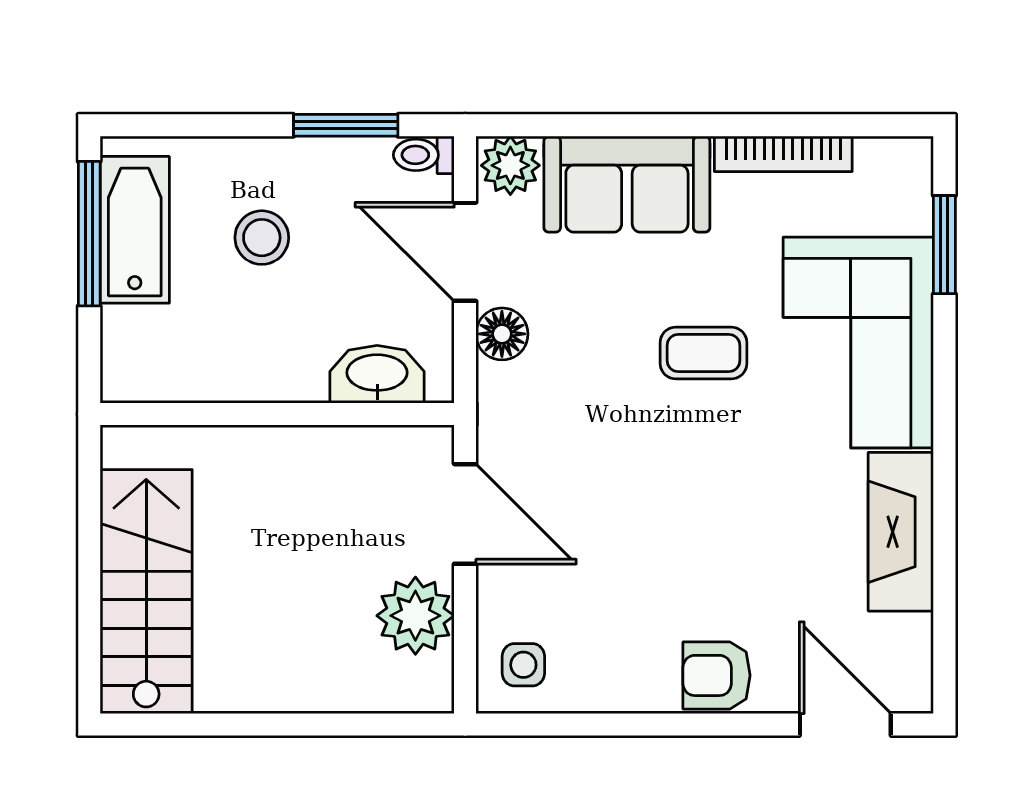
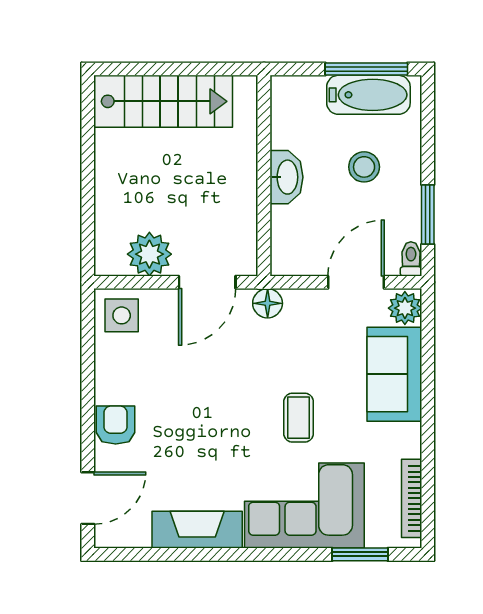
bookcase: (783, 154) -> (412, 498), moved
floor lamp: (502, 334) -> (268, 303), moved
washbasin: (377, 374) -> (286, 177), moved
side table: (523, 665) -> (122, 315), width x1.37, depth x1.37

